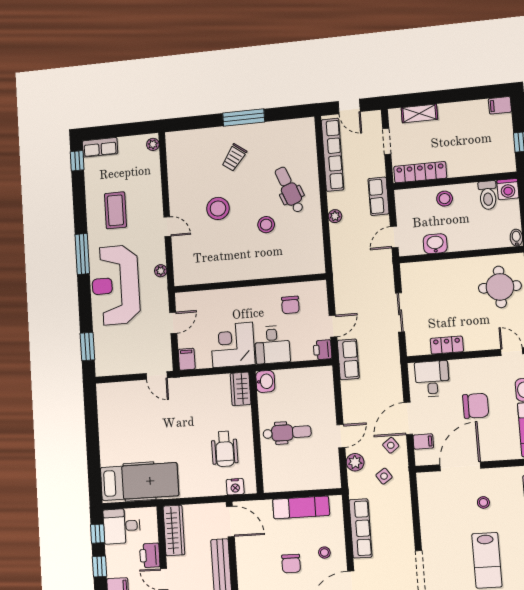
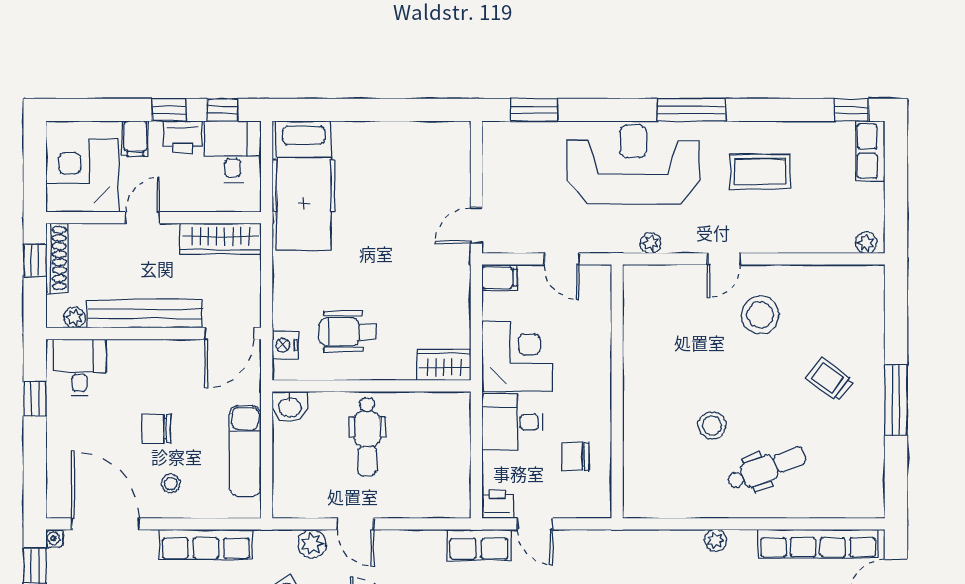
stool: (218, 208) -> (760, 315), moved
washbasin: (265, 381) -> (290, 407), moved
printer: (150, 555) -> (183, 137), moved, turned 180

